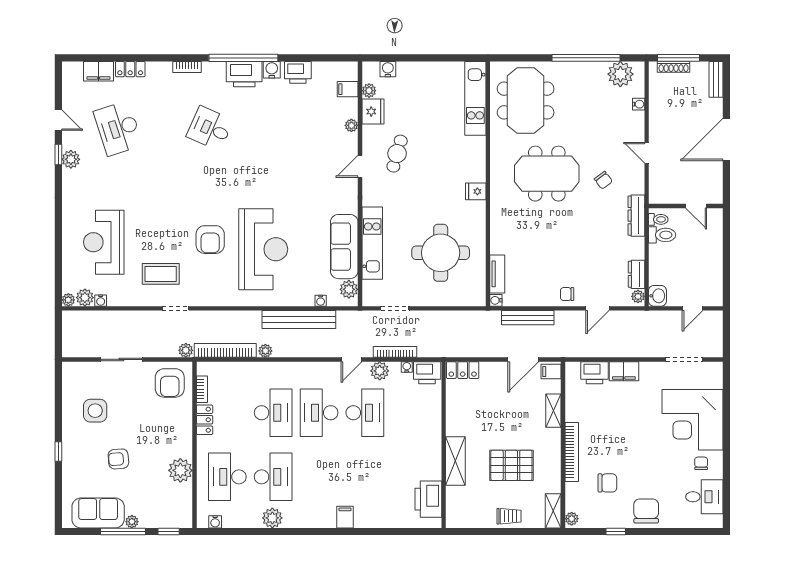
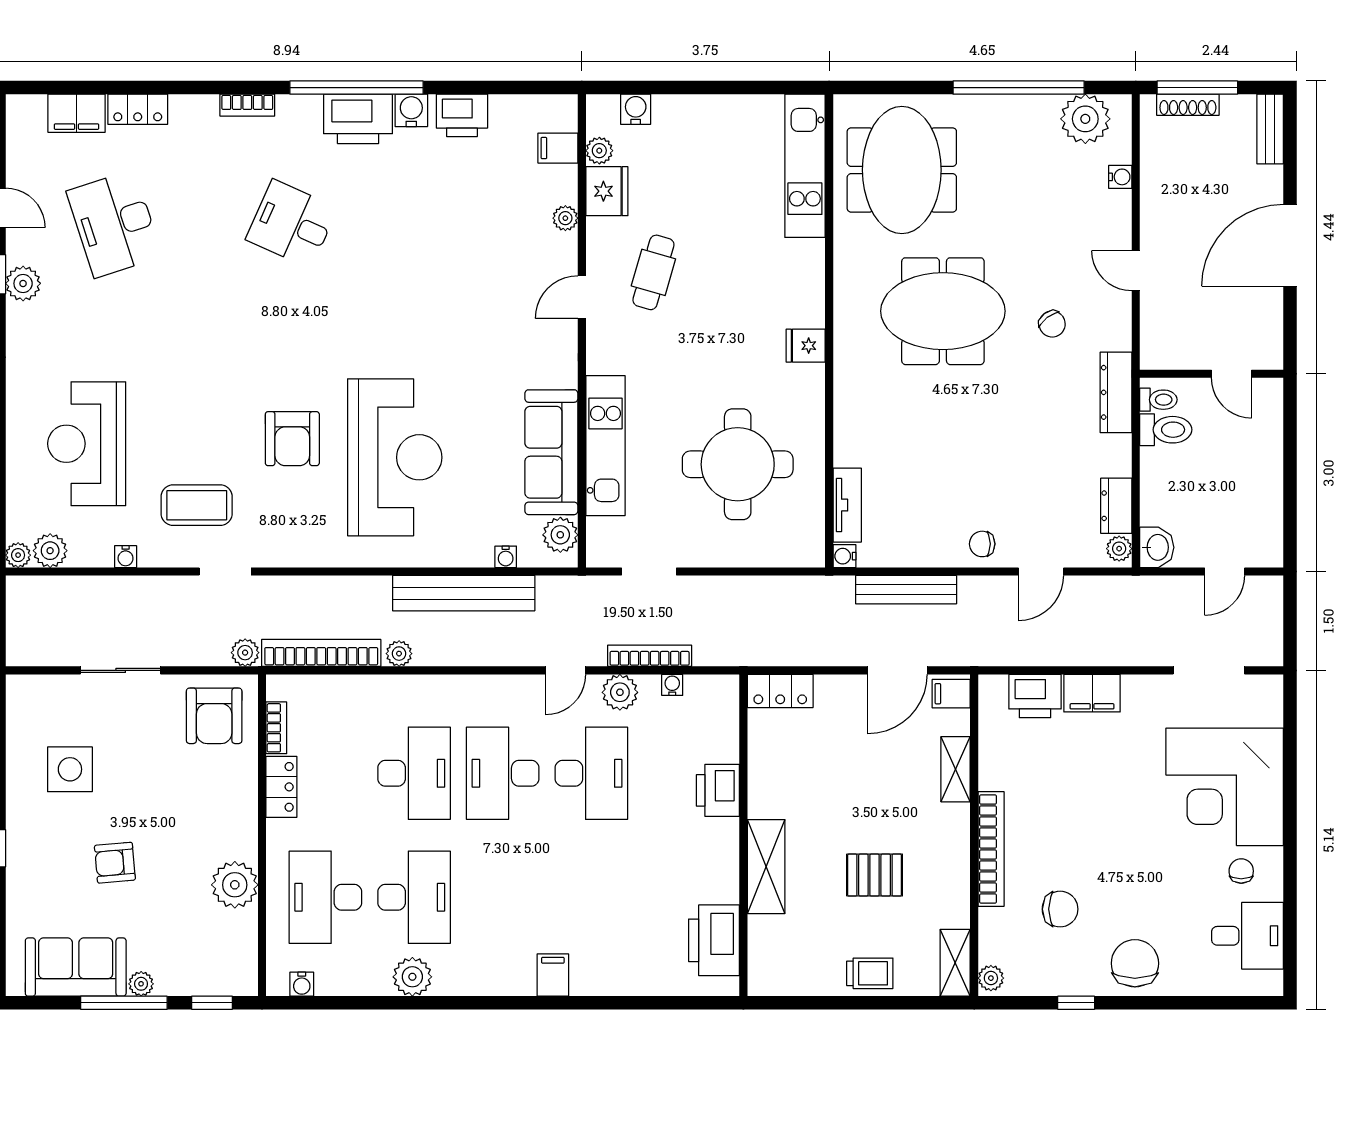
water cooler: (101, 301) -> (126, 557), moved
printer: (427, 373) -> (718, 790), moved, turned 90
pallet: (511, 465) -> (875, 875), width x0.67, depth x0.71

